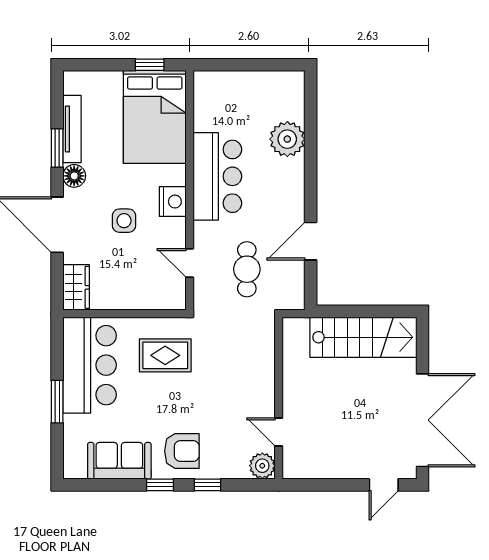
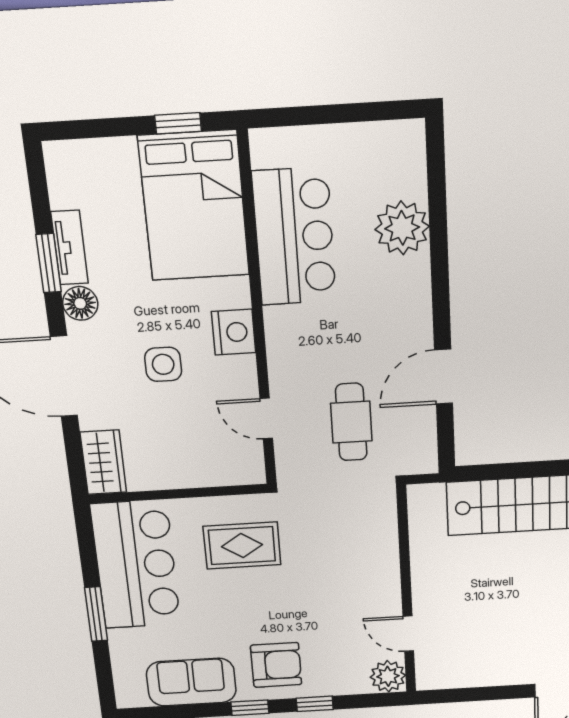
tv unit: (72, 129) -> (70, 248), width x0.71
bar counter: (217, 176) -> (294, 237), moved

